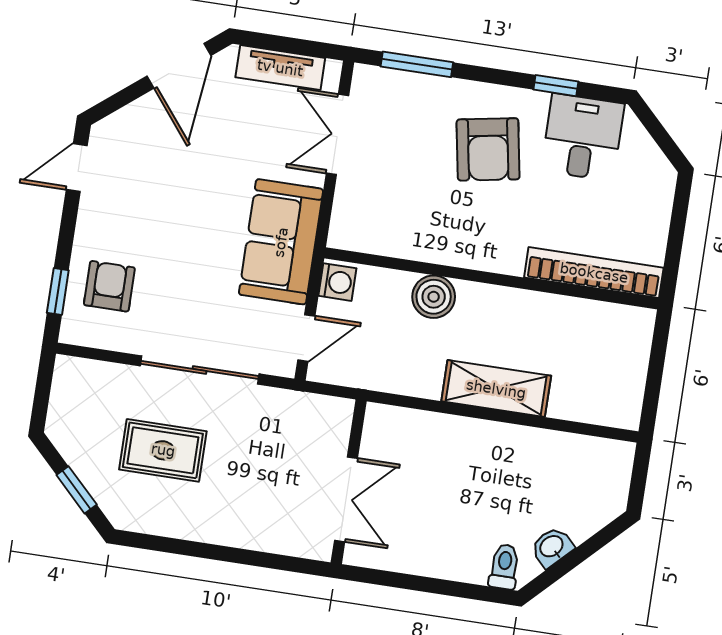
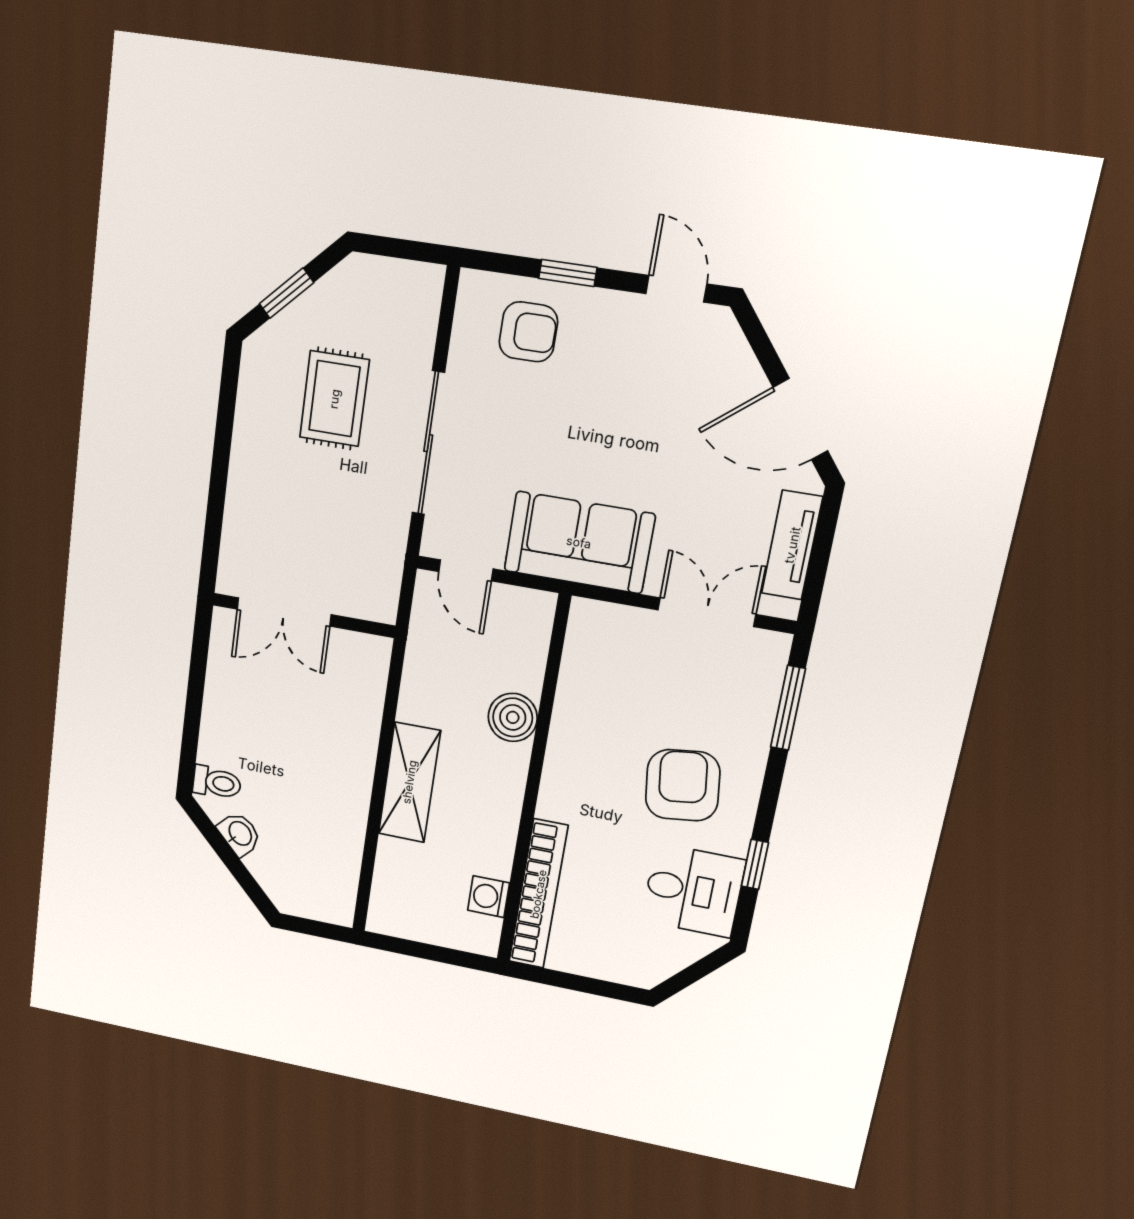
armchair: (488, 149) -> (683, 785), turned 93
washing machine: (337, 282) -> (489, 897), moved, turned 90
window: (58, 292) -> (568, 273), moved

